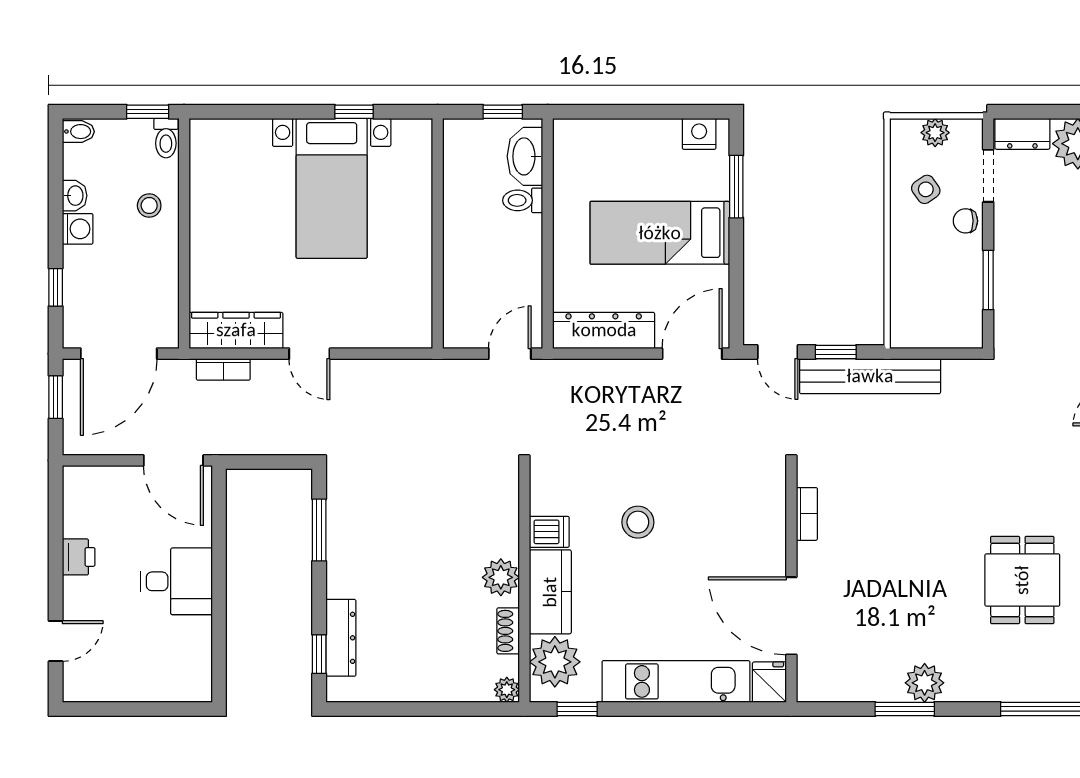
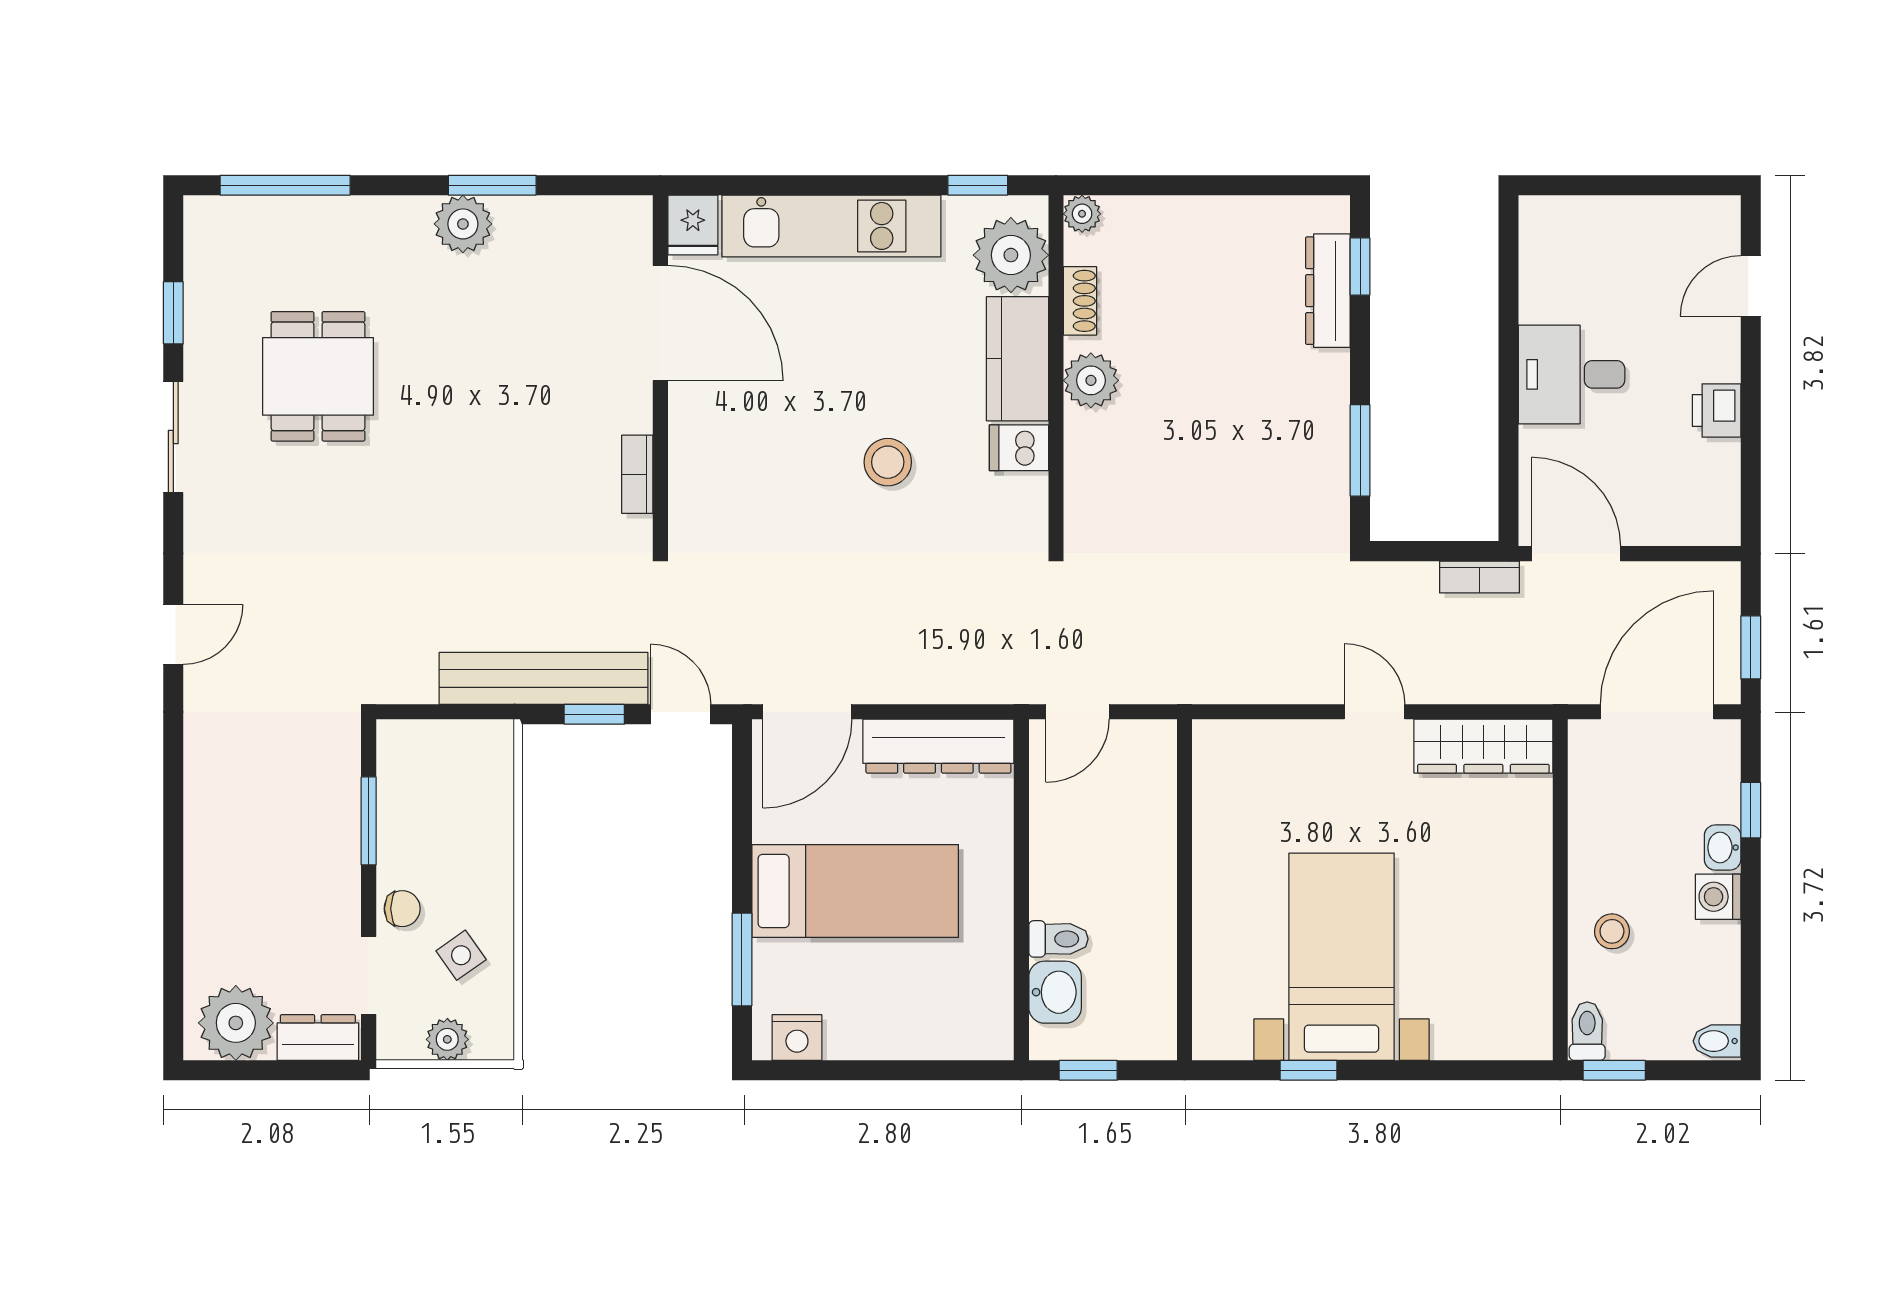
washbasin: (525, 156) -> (1055, 992), width x0.72
washbasin: (75, 196) -> (1723, 848), moved
bookcase: (223, 369) -> (1480, 577), moved, turned 180

